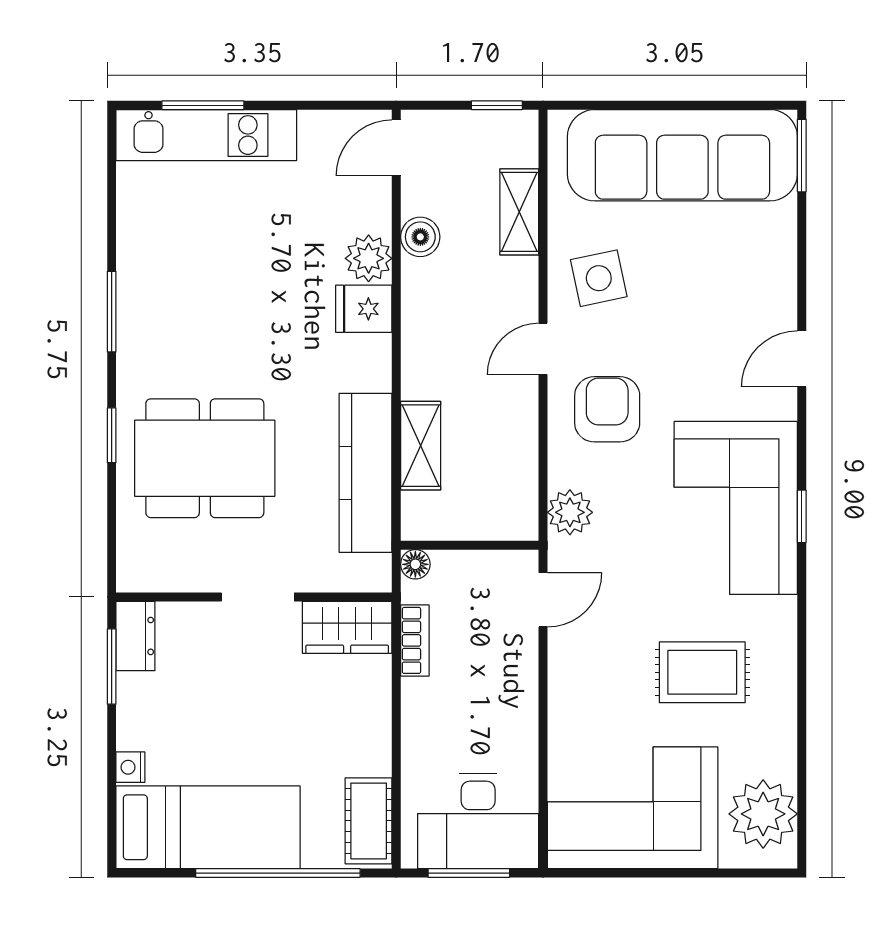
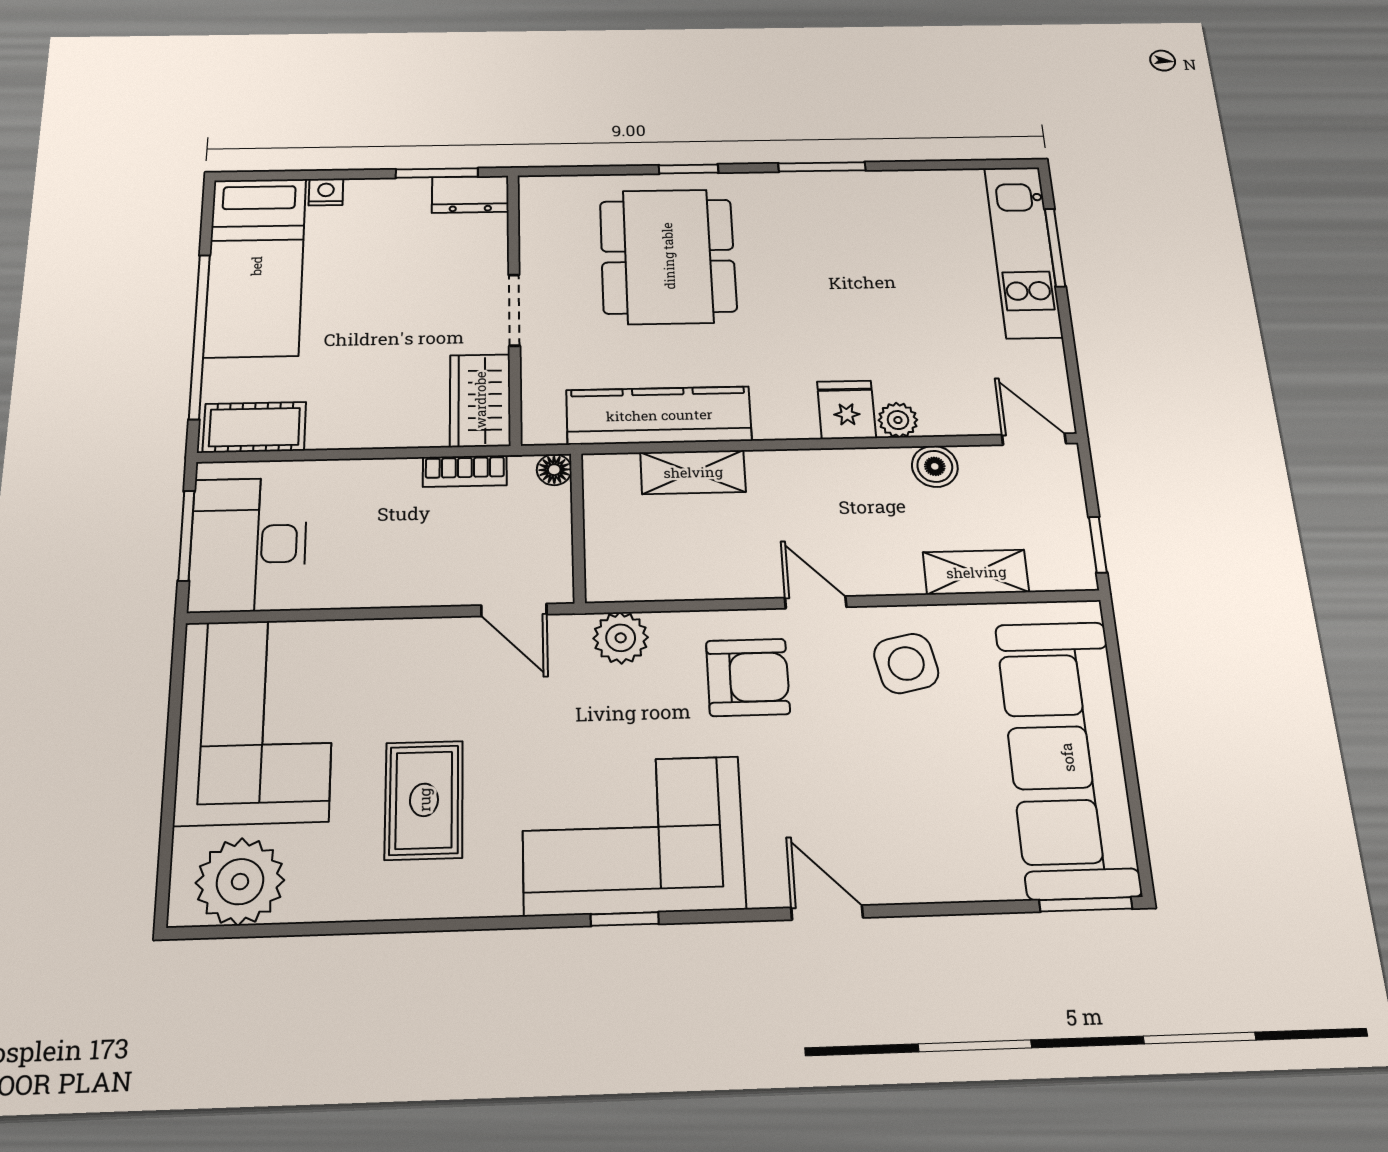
plant: (369, 258) -> (898, 420), width x0.73, depth x0.73

